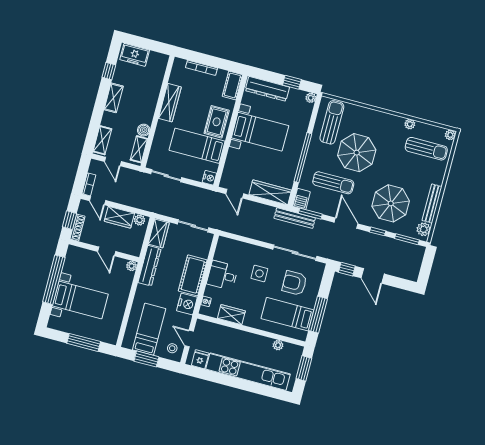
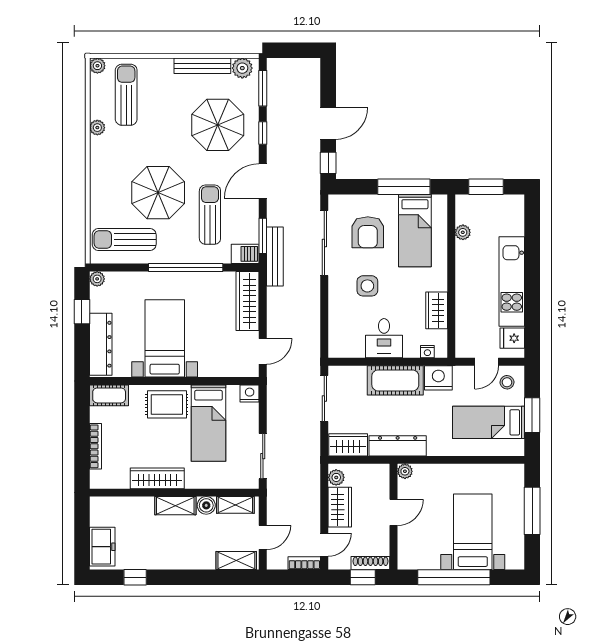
shelving: (114, 98) -> (175, 506), moved
kitchen unit: (248, 372) -> (512, 281), width x0.73

